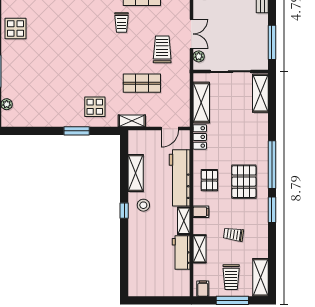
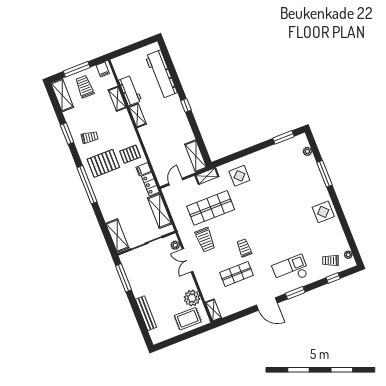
shop shelf: (142, 83) -> (211, 208), width x1.43, depth x1.36
window: (77, 131) -> (283, 137), moved
shelving: (136, 173) -> (196, 156), moved
workbench: (180, 178) -> (161, 74), moved, turned 180
pallet: (209, 180) -> (130, 154), turned 90
pallet: (244, 182) -> (103, 163), turned 90
stool: (143, 205) -> (173, 115), removed
window: (272, 210) -> (67, 134), moved
filing cabinet: (201, 212) -> (144, 169), moved
trolley: (233, 234) -> (90, 137), moved

